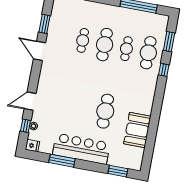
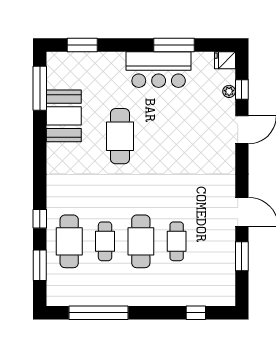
bar counter: (81, 149) -> (159, 70), width x0.73
window: (149, 150) -> (40, 88), added

